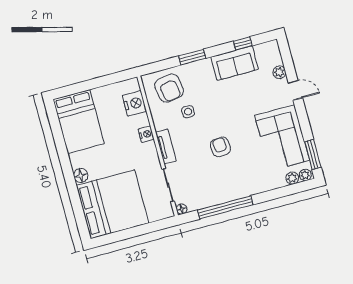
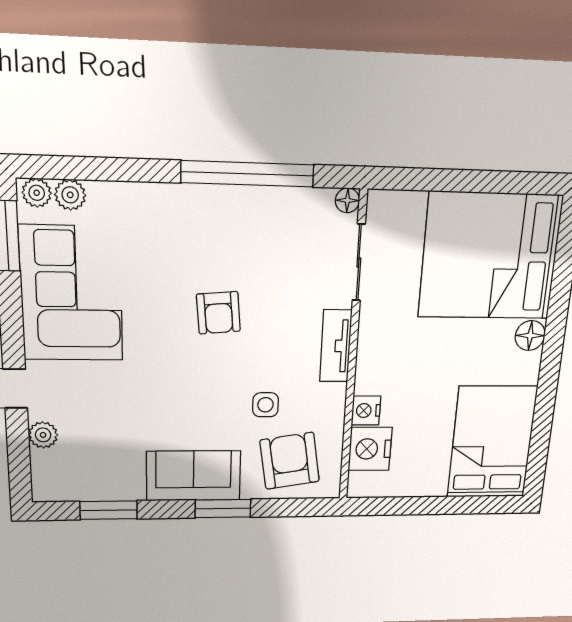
window: (243, 43) -> (109, 510), width x1.50
sofa: (235, 63) -> (194, 476), moved
nightstand: (146, 134) -> (366, 410), moved

